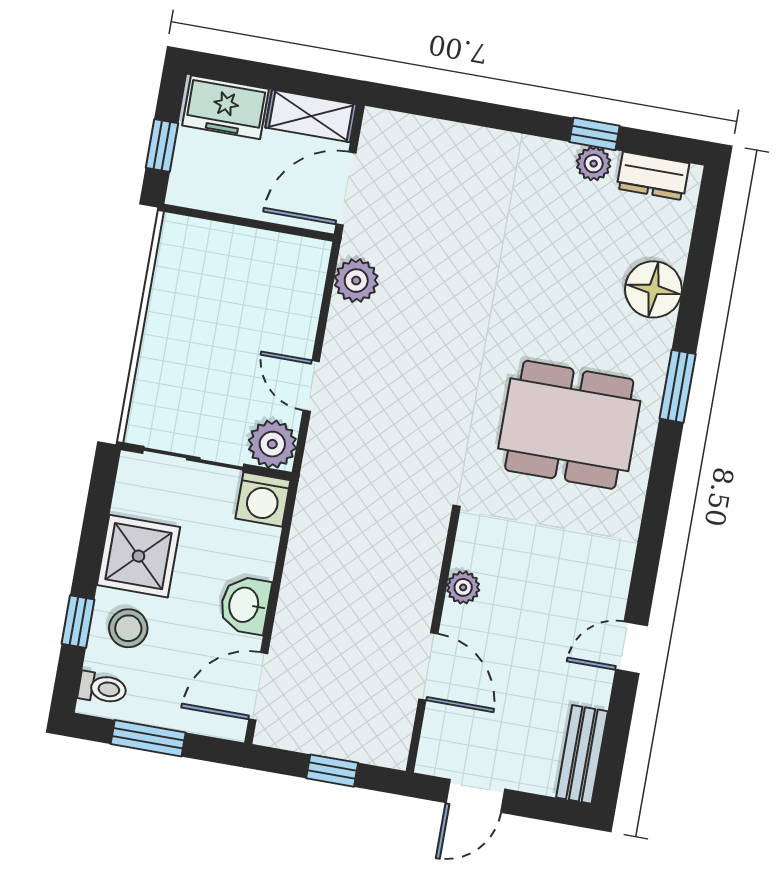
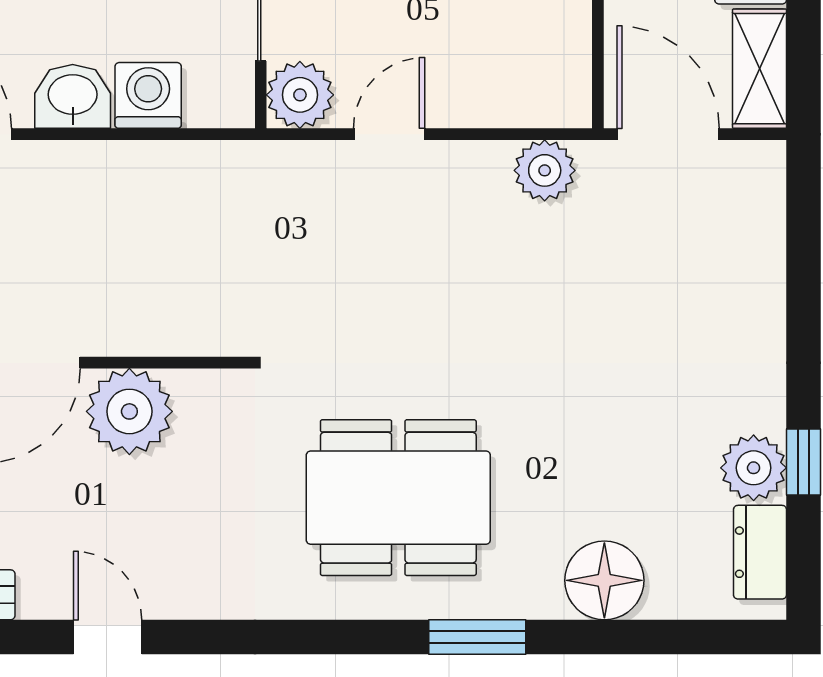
plant: (594, 164) -> (754, 468), width x1.38, depth x1.38
dining table: (569, 425) -> (398, 498), turned 90
washing machine: (263, 499) -> (148, 95), moved, turned 90
plant: (463, 587) -> (129, 411), width x1.87, depth x1.87

